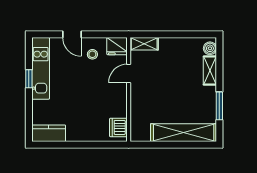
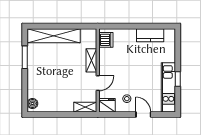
shelving: (210, 71) -> (91, 60), moved
kitchen counter: (49, 133) -> (150, 35), moved

